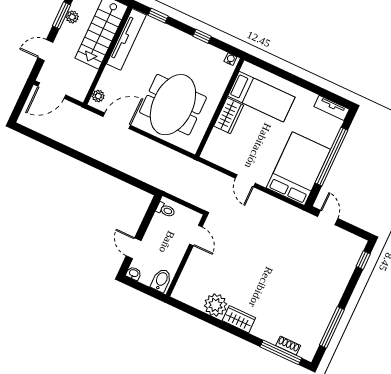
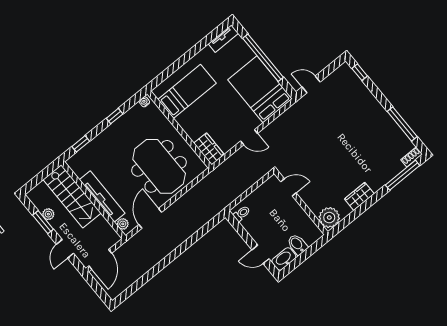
tv unit: (126, 39) -> (102, 196), moved
wardrobe: (229, 116) -> (209, 149), moved
door: (196, 235) -> (288, 187), moved
wall: (186, 256) -> (301, 203), moved
washbasin: (134, 273) -> (284, 259), width x1.91, depth x1.45
plant: (215, 305) -> (329, 218), moved
shoe rack: (288, 345) -> (412, 157), moved

